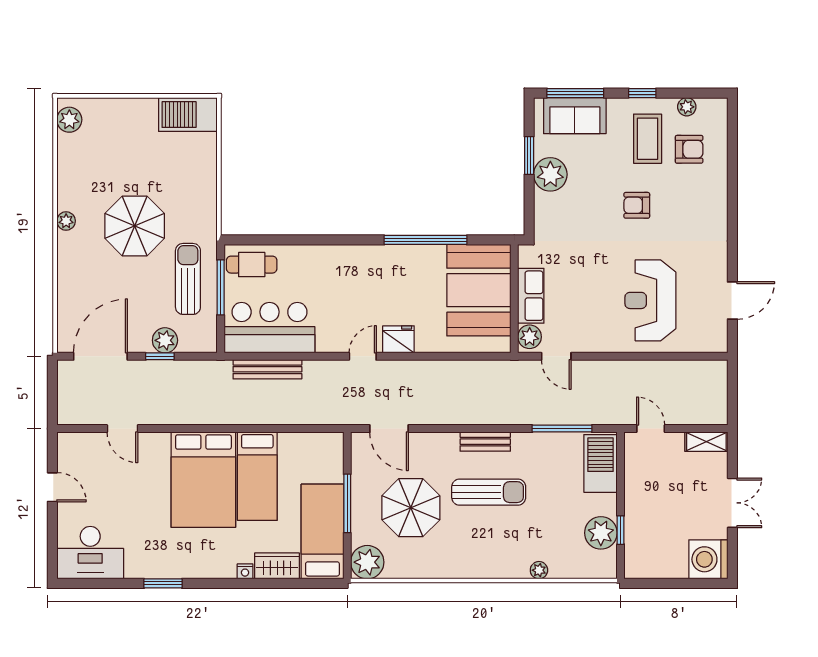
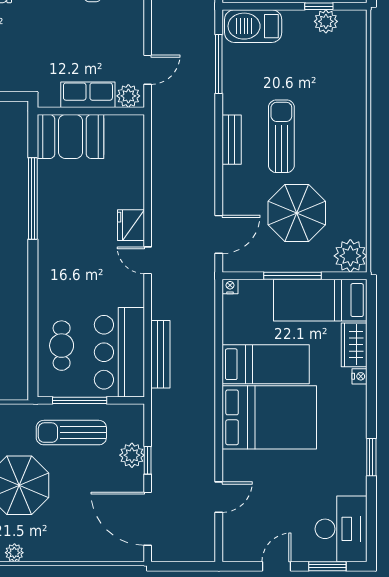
cafe table: (252, 265) -> (62, 346), moved
booth: (479, 290) -> (71, 137), width x0.73, depth x0.70
nightstand: (336, 440) -> (230, 286), added
plant: (601, 533) -> (326, 21), width x0.73, depth x0.73
window: (52, 539) -> (327, 566), added
plant: (539, 570) -> (358, 87), removed

